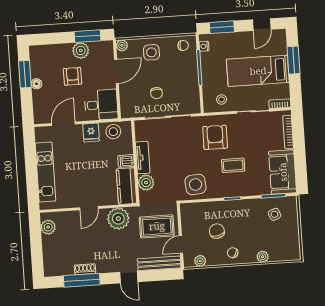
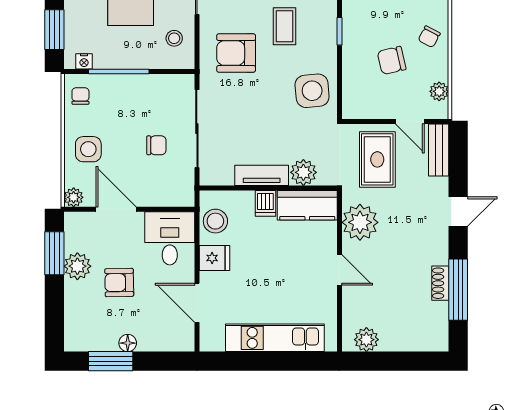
bench: (159, 263) -> (439, 150), width x0.73

